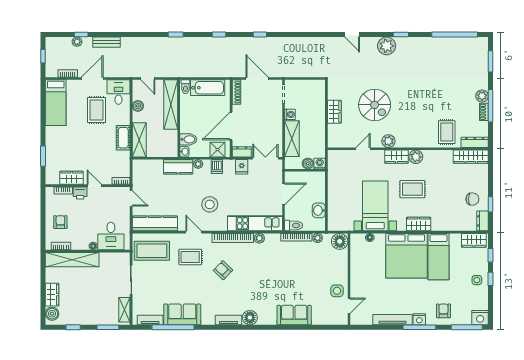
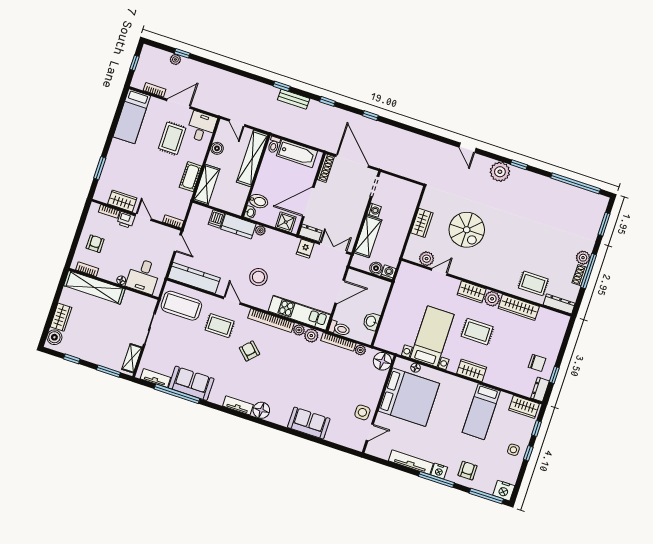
bench: (107, 42) -> (294, 99), moved
door: (257, 79) -> (352, 161), width x1.36
rug: (447, 132) -> (533, 283), turned 90
plant: (388, 141) -> (427, 259), moved
wardrobe: (471, 157) -> (519, 307), moved
dishwasher: (217, 167) -> (216, 219), moved
plant: (271, 239) -> (311, 336), added
bed: (407, 256) -> (409, 397), moved, turned -90

